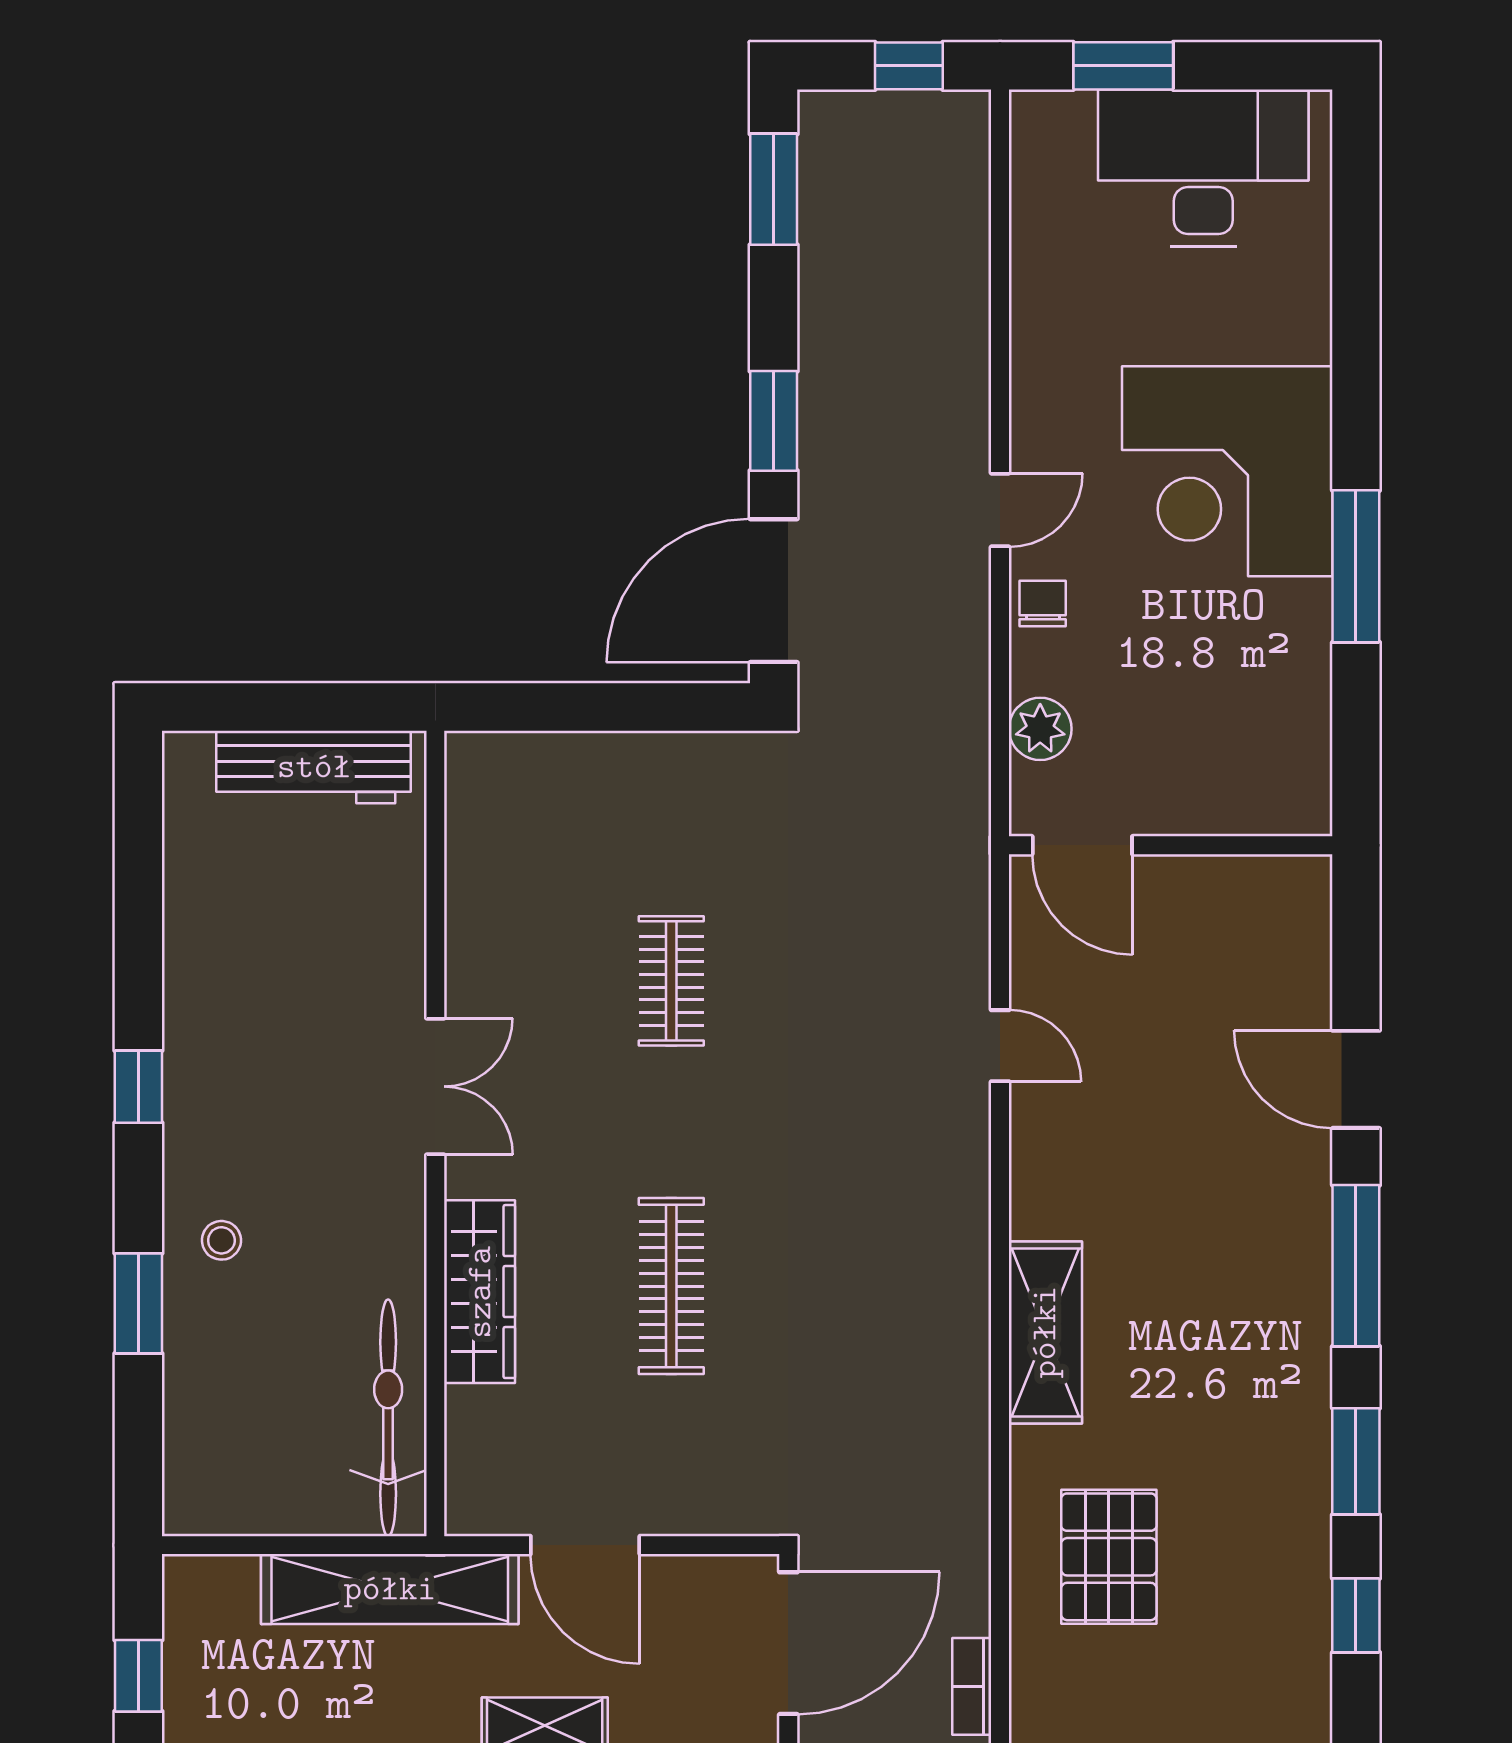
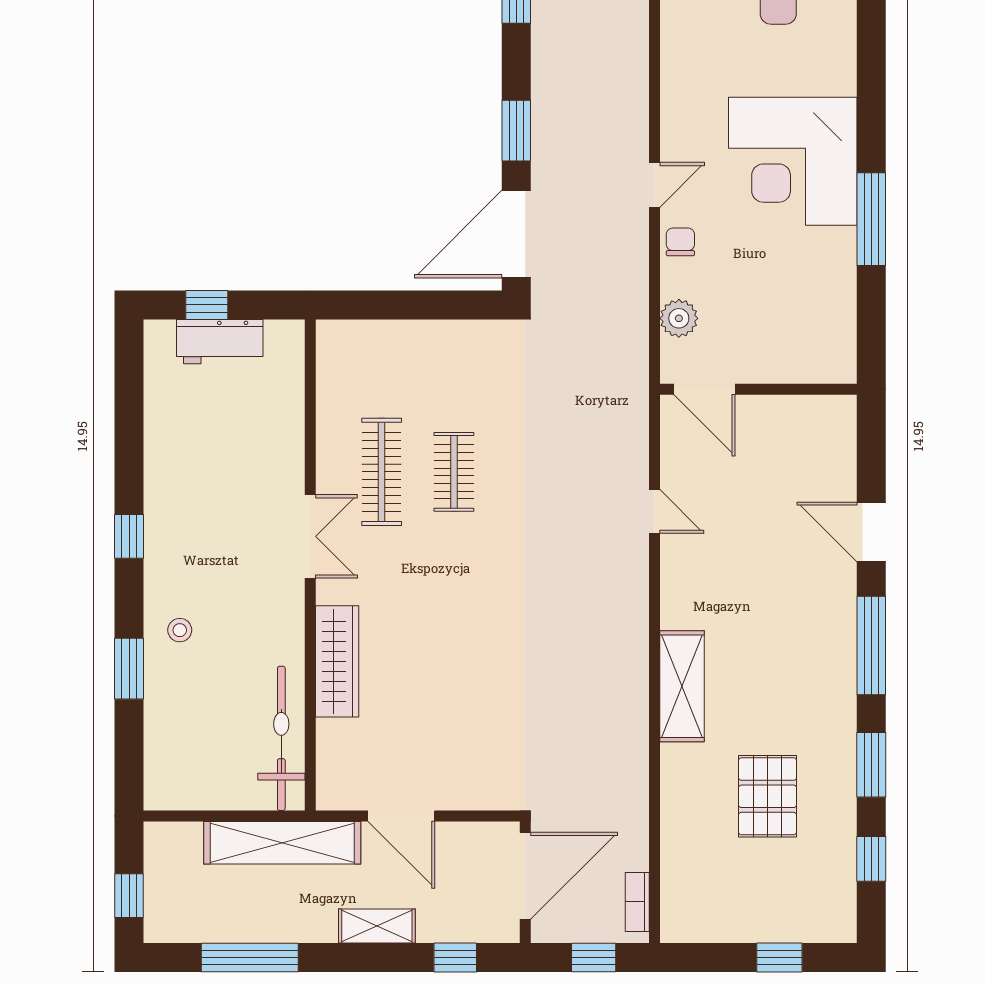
window: (266, 707) -> (207, 305), added
workbench: (314, 767) -> (220, 342), width x0.73
clothes rail: (671, 1286) -> (382, 472), moved
pallet: (1109, 1557) -> (767, 796), moved

